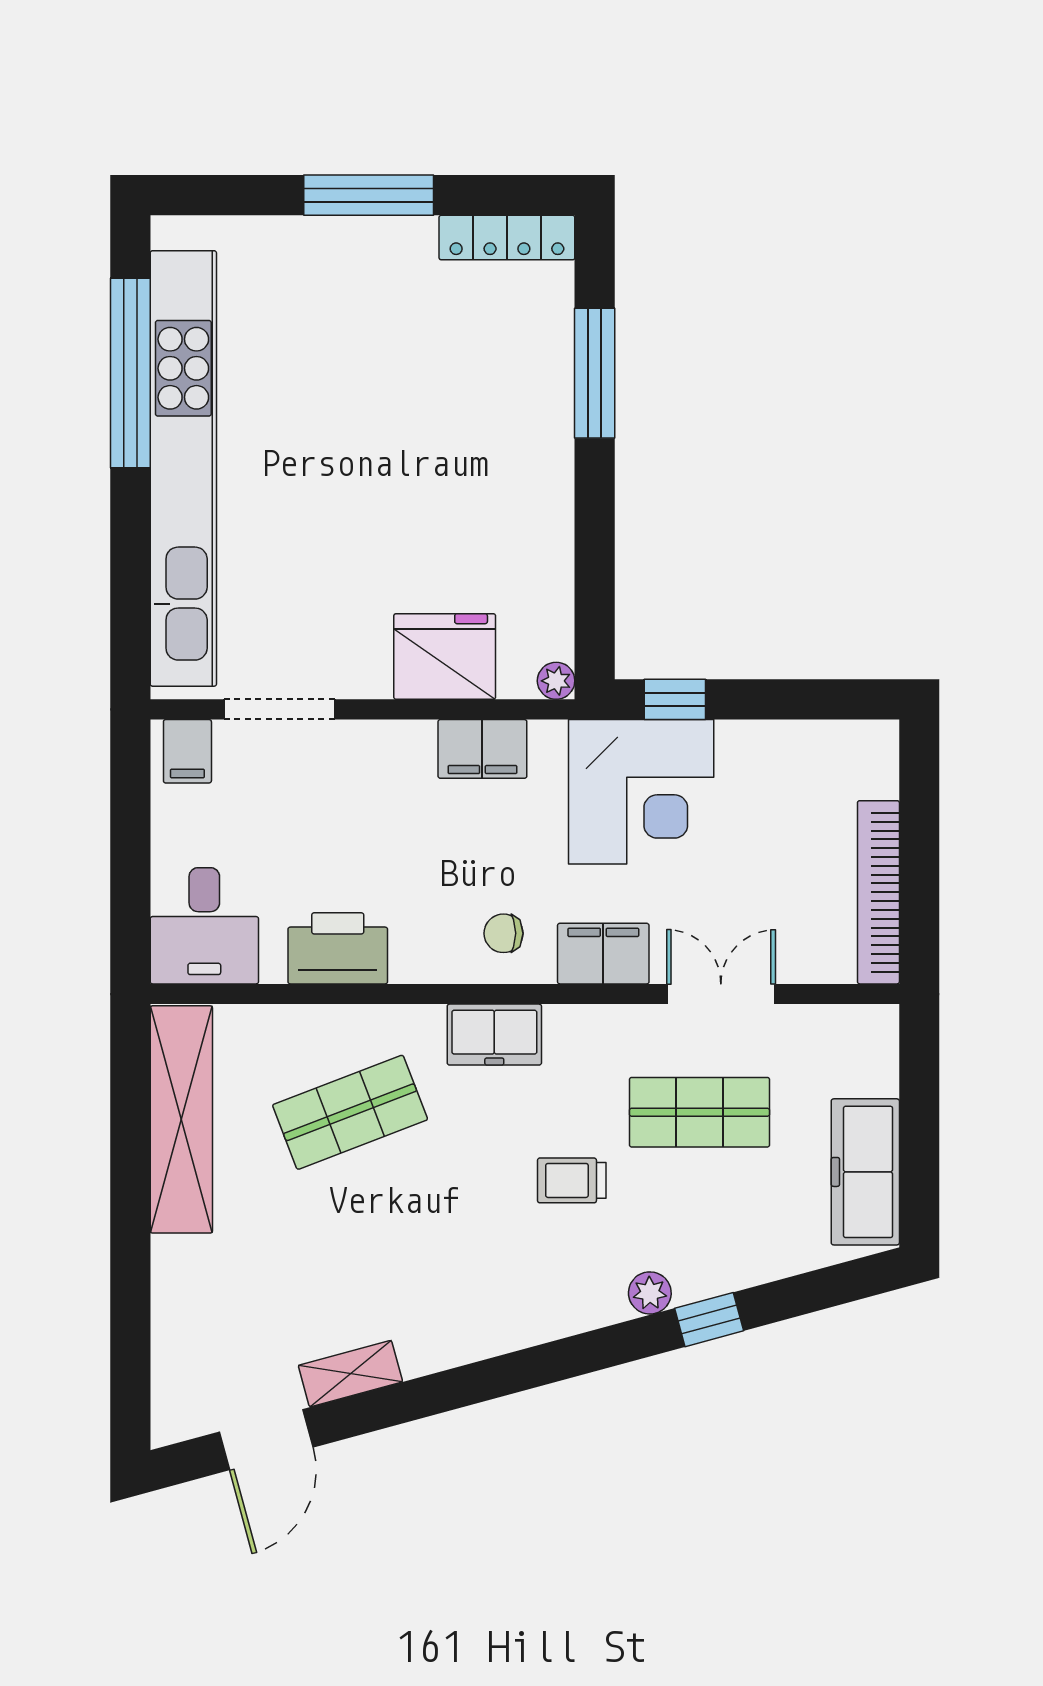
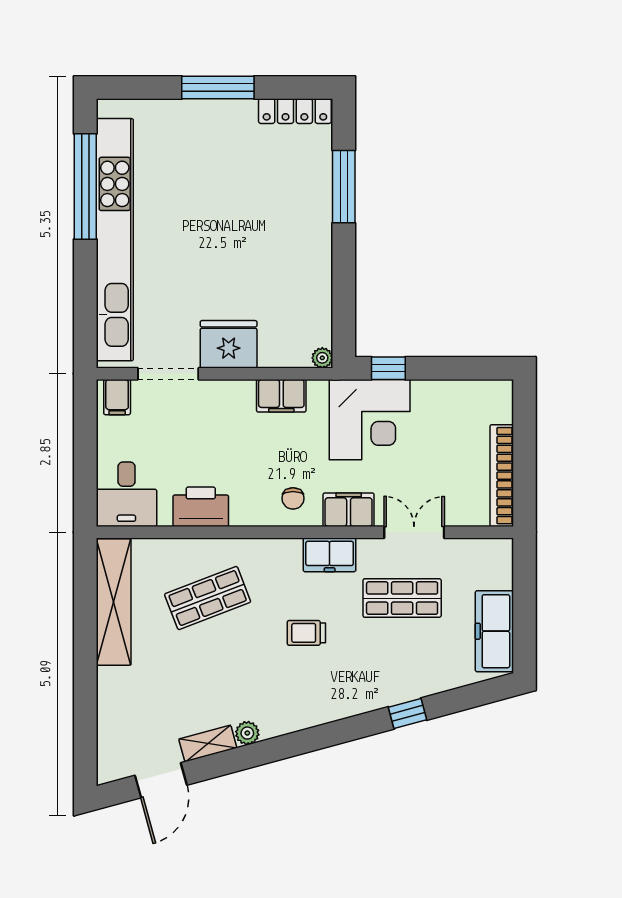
fridge: (445, 656) -> (229, 344), moved
chair: (503, 933) -> (293, 498), turned -90
freezer: (494, 1035) -> (330, 555), moved
trolley: (572, 1180) -> (306, 633), moved
plant: (650, 1293) -> (247, 733), moved

